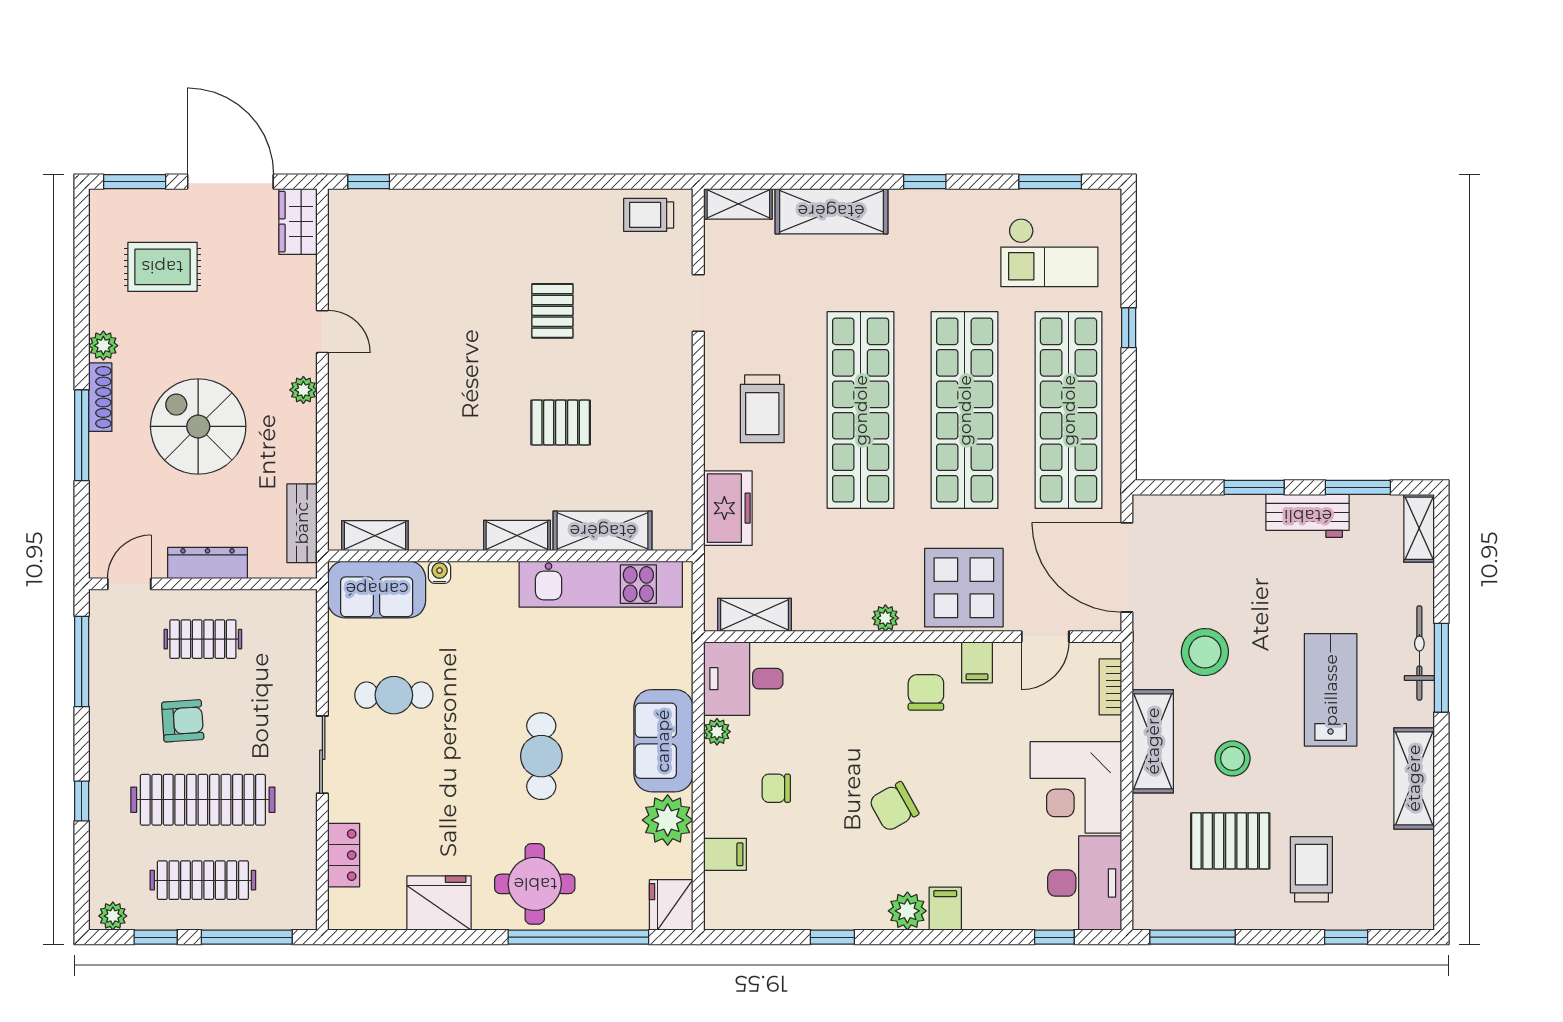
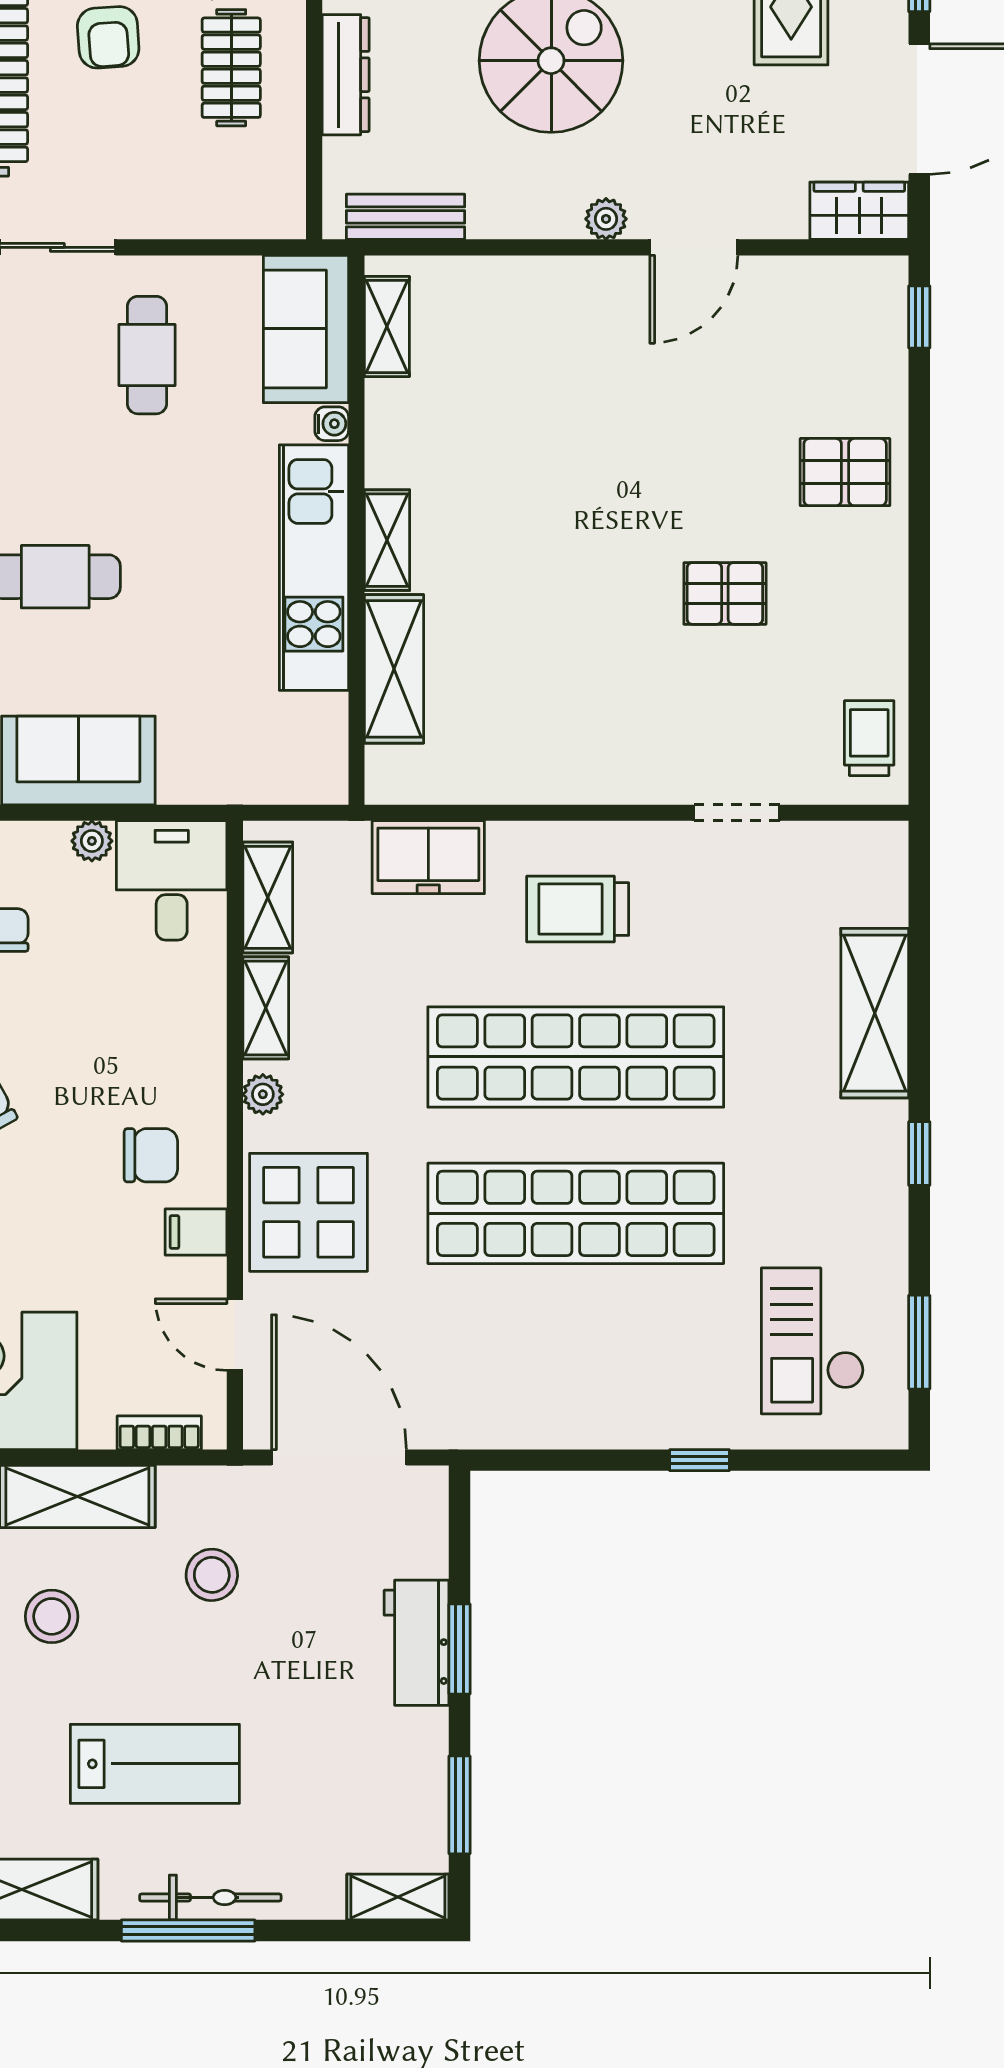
shelving: (738, 204) -> (266, 1008), moved
door: (322, 332) -> (694, 247), width x1.38
shop shelf: (1069, 410) -> (576, 1370), removed
pallet: (561, 423) -> (845, 472), moved, turned 90
workbench: (1308, 516) -> (417, 1643), moved
door: (1127, 567) -> (339, 1458), hinge flipped
kitchen unit: (601, 584) -> (314, 568), moved
stool: (1205, 652) -> (212, 1575), width x0.73, depth x0.73

